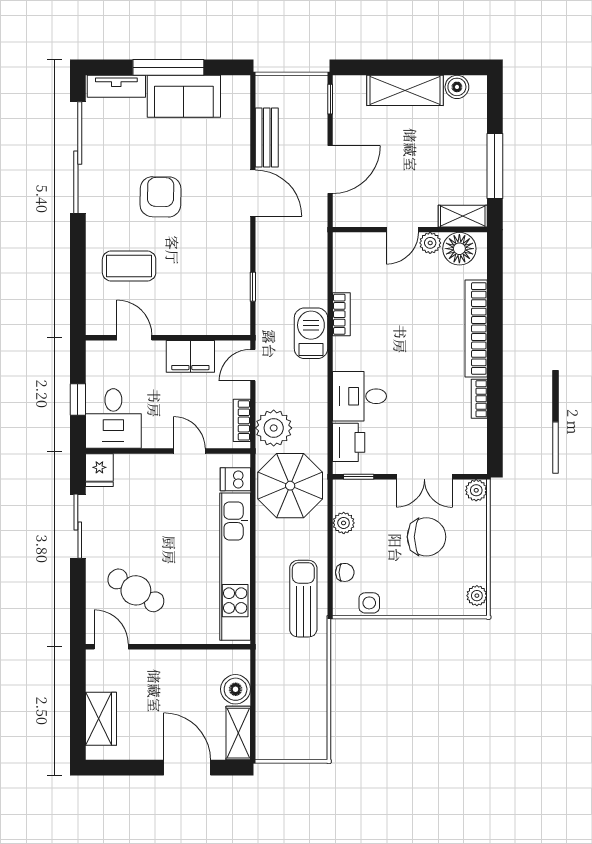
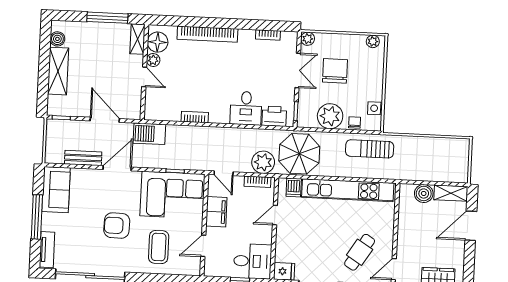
sofa: (184, 96) -> (56, 190), moved
corner sofa: (214, 284) -> (172, 195), added
barbecue: (311, 333) -> (149, 134), moved
bookcase: (479, 399) -> (268, 35), moved
plant: (344, 523) -> (330, 116), width x1.88, depth x1.88

